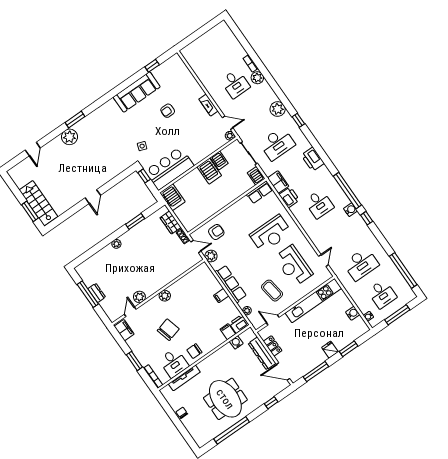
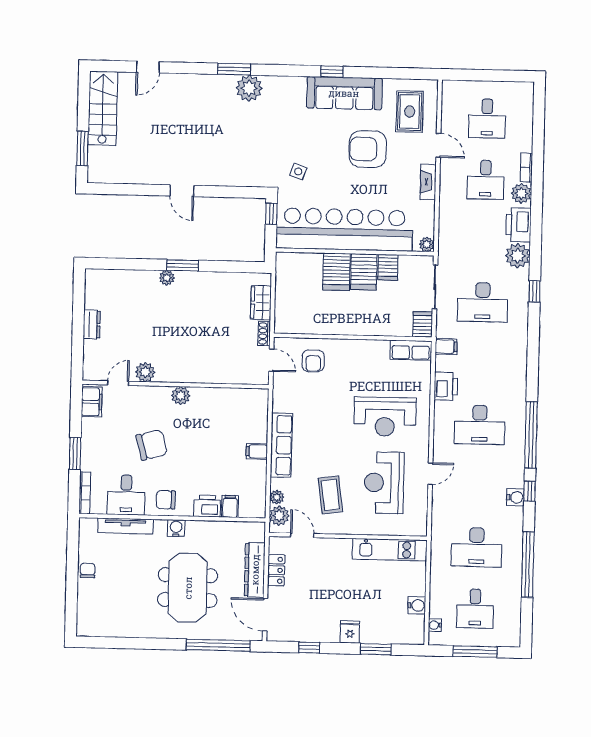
desk: (214, 54) -> (487, 118), added
window: (152, 66) -> (332, 72), moved
rug: (175, 78) -> (410, 112), added
armchair: (168, 111) -> (368, 149), width x1.88, depth x1.88
door: (228, 123) -> (438, 145), moved
plant: (69, 137) -> (249, 88), moved
printer: (313, 159) -> (519, 225), moved
bar counter: (169, 168) -> (344, 229), width x1.86
filing cabinet: (278, 182) -> (446, 347), width x0.50
door: (93, 197) -> (182, 191), hinge flipped
server rack: (172, 197) -> (336, 272), moved
stairs: (38, 203) -> (103, 108), moved
desk: (319, 204) -> (480, 425), width x1.37
water cooler: (351, 210) -> (515, 497), moved
window: (135, 221) -> (183, 265), moved
armchair: (216, 232) -> (313, 361), turned 90
plant: (211, 256) -> (279, 516), moved
door: (324, 260) -> (430, 474), moved
window: (403, 270) -> (528, 565), moved
window: (88, 294) -> (78, 317), removed
kitchen unit: (313, 301) -> (390, 550), width x0.73
printer: (239, 324) -> (207, 506), moved
water cooler: (236, 342) -> (176, 528), moved
window: (316, 372) -> (309, 648), width x0.46
meeting table: (225, 399) -> (188, 588), moved
window: (271, 403) -> (218, 645), width x3.17
window: (232, 430) -> (137, 643), removed

